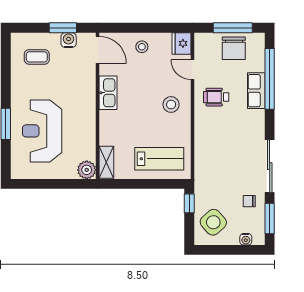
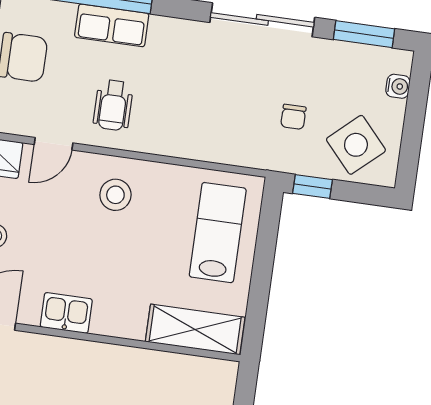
kitchen sink: (108, 93) -> (66, 313), width x0.73
shelving: (106, 162) -> (195, 329), width x1.50, depth x1.33
plant: (87, 170) -> (219, 377), removed
chair: (249, 201) -> (293, 117), moved

